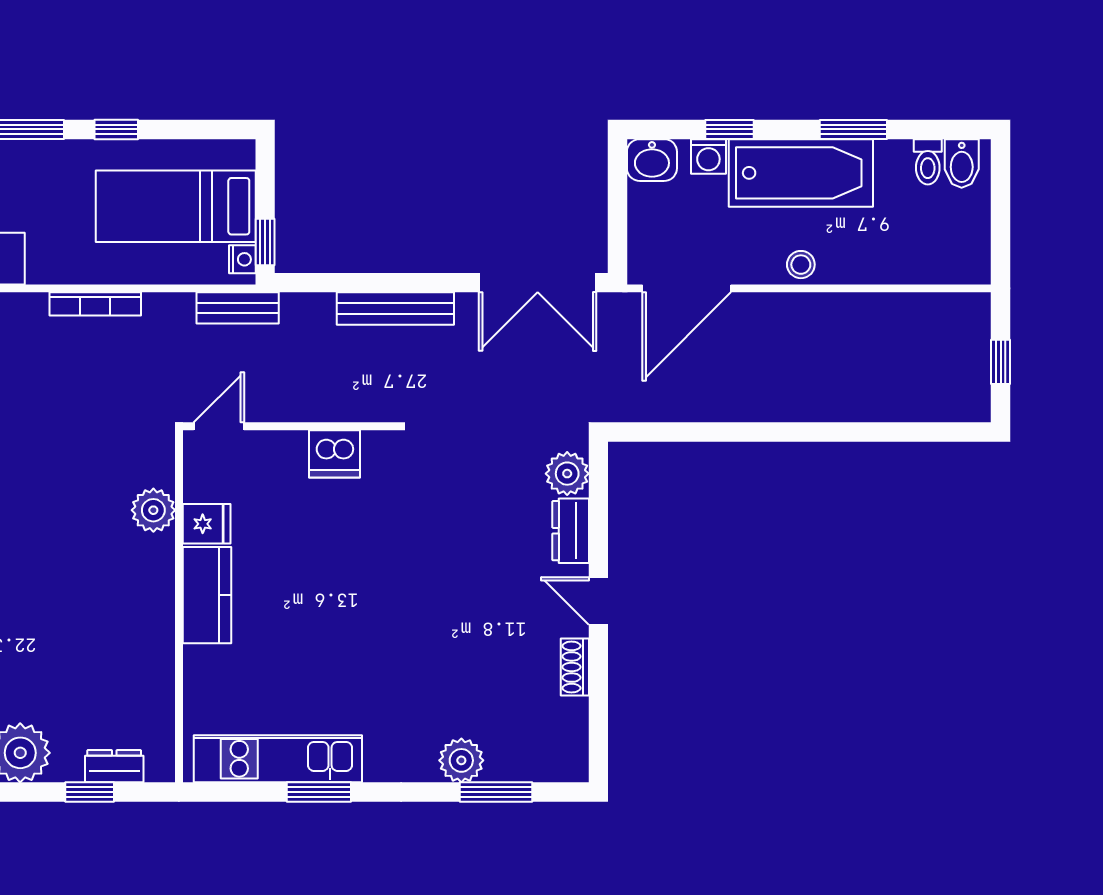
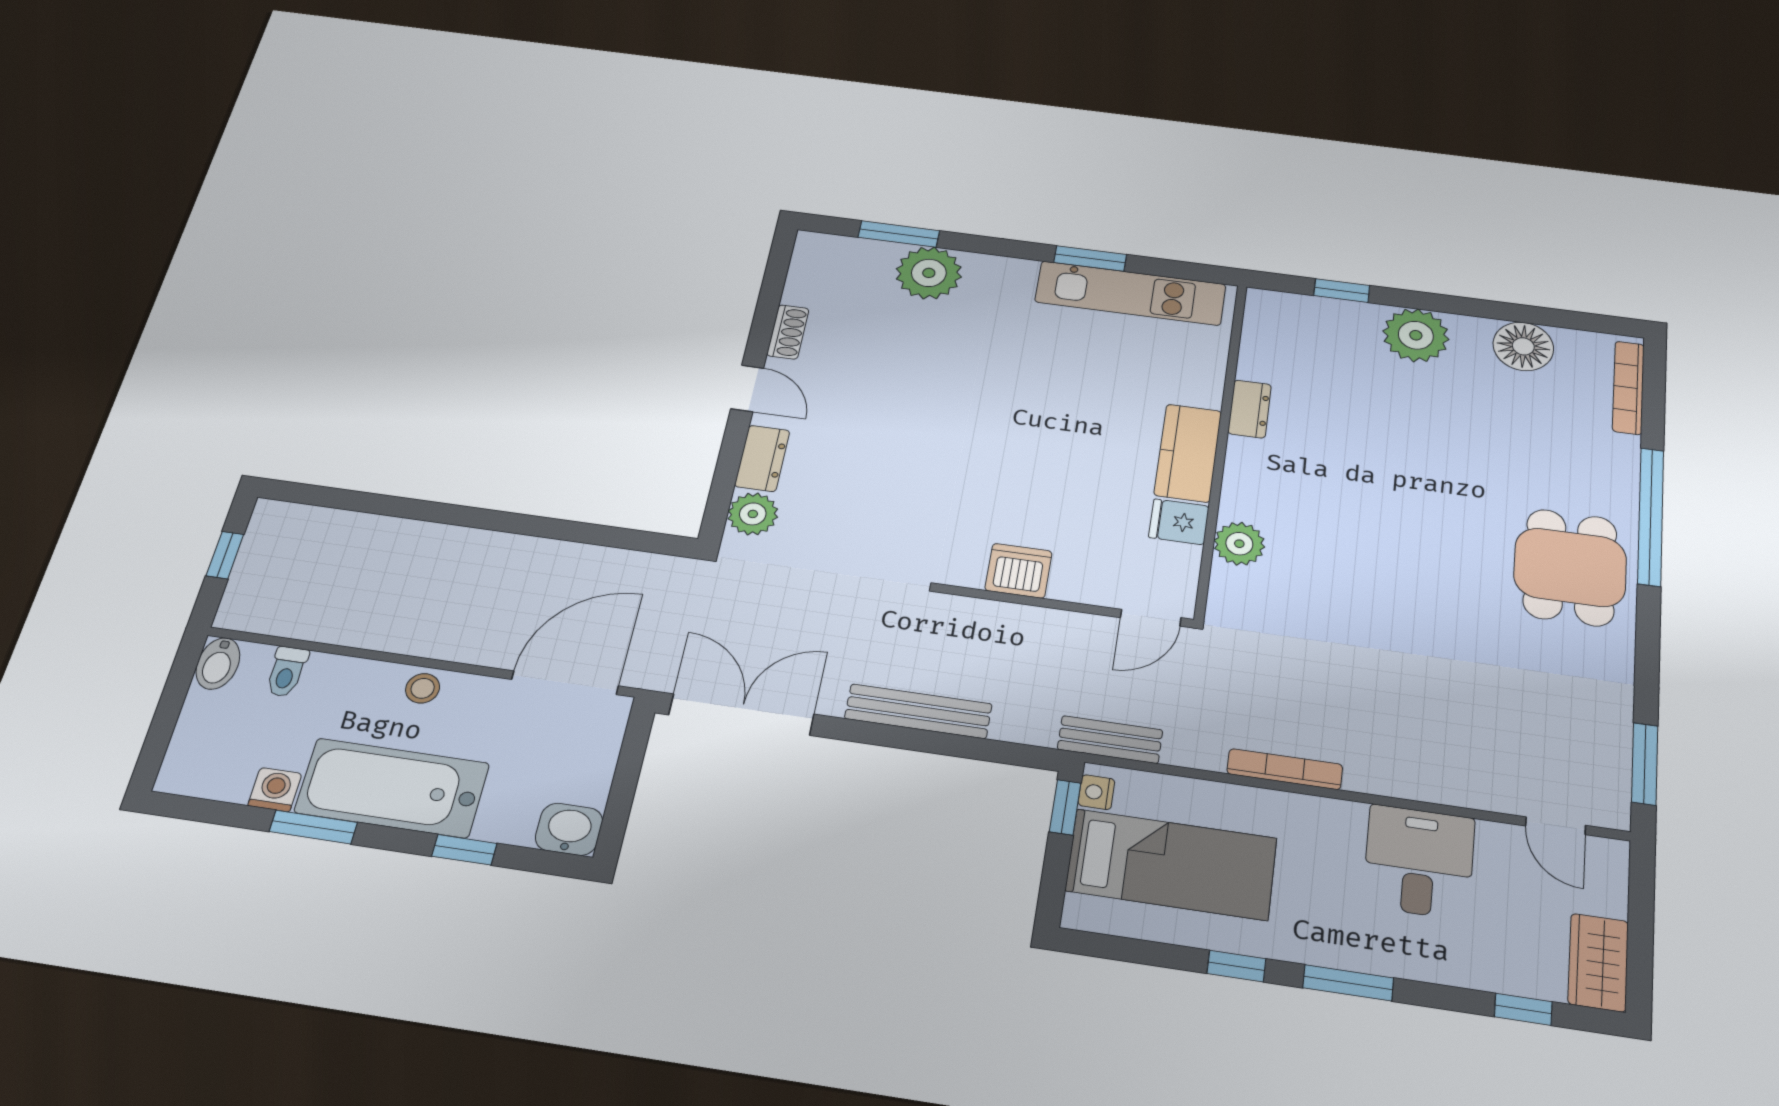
washing machine: (708, 156) -> (275, 790), moved
toilet: (928, 162) -> (287, 672), moved, turned 180
bidet: (962, 163) -> (218, 664), moved, turned 180
plant: (461, 760) -> (929, 273), width x1.36, depth x1.36
dresser: (114, 766) -> (1250, 409), moved, turned -90

